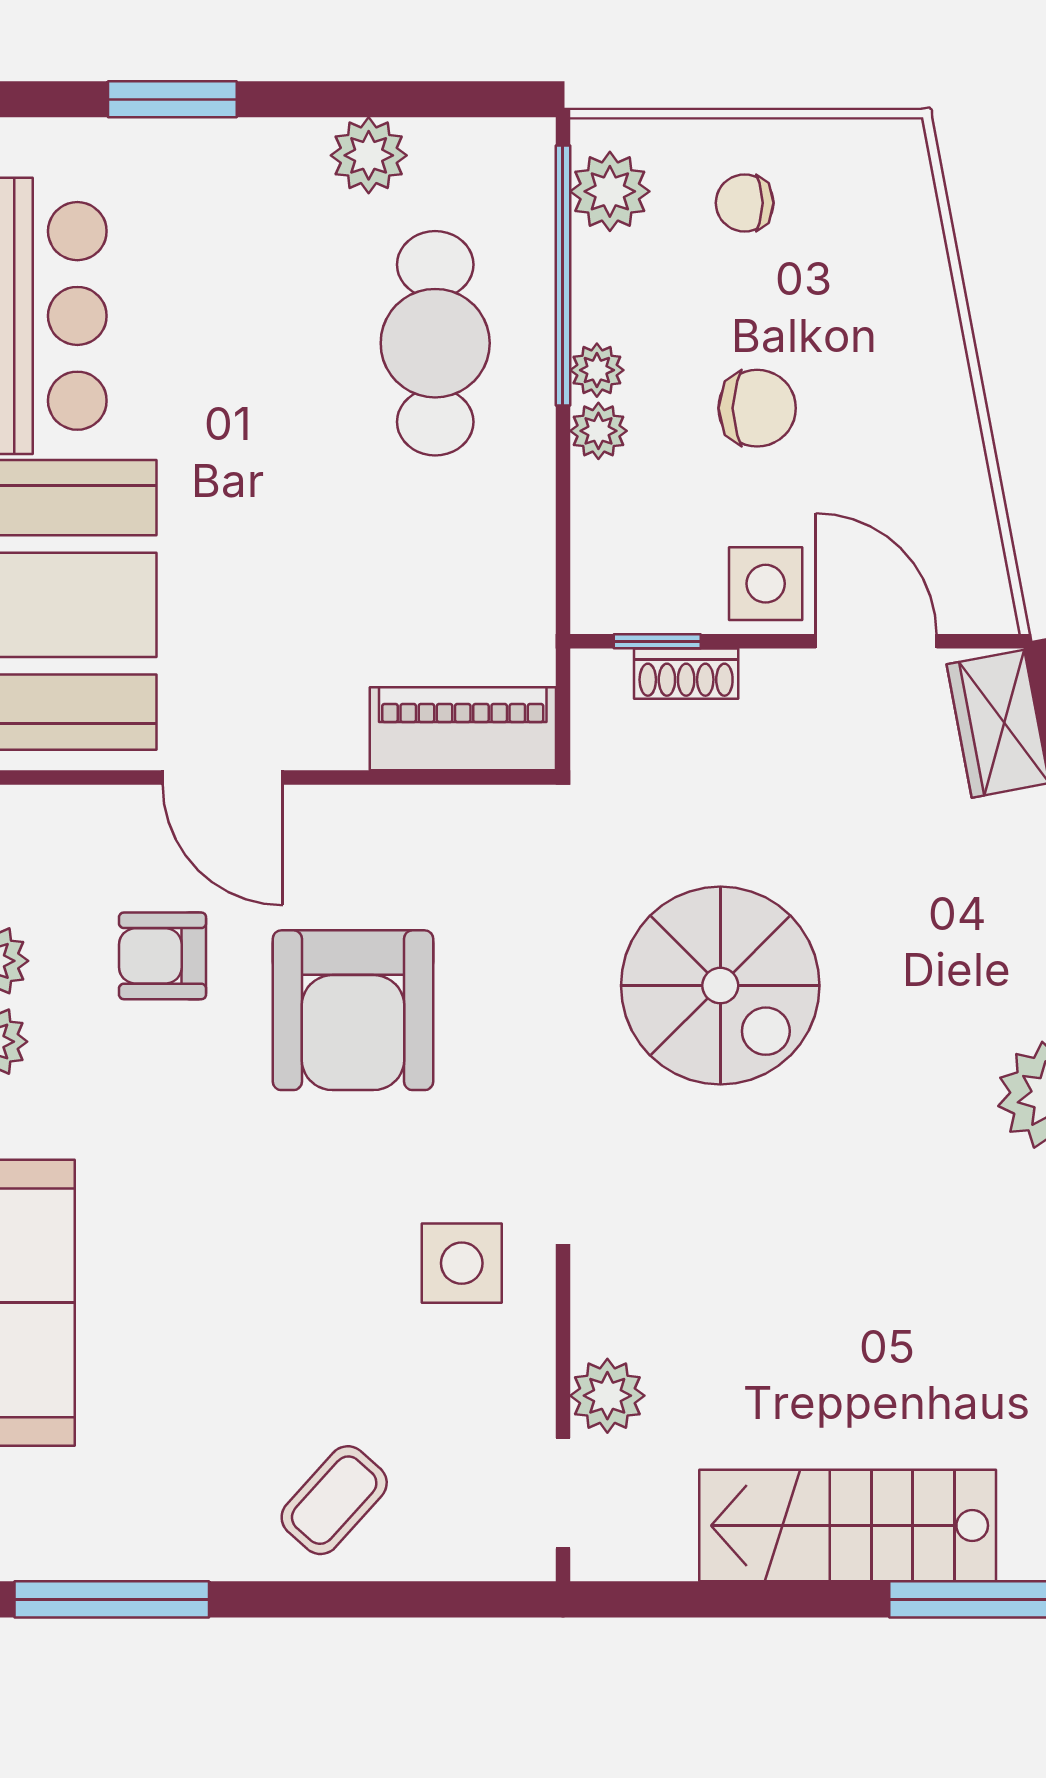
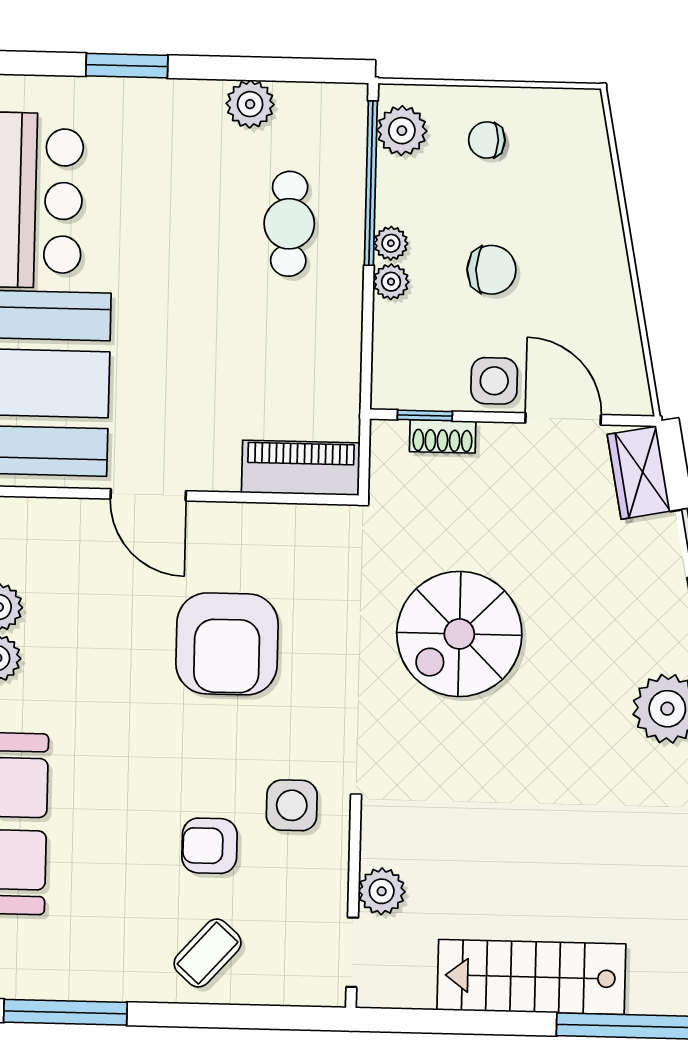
cafe table: (435, 343) -> (289, 224), width x0.73, depth x0.74
armchair: (163, 956) -> (209, 846), moved
spiral stairs: (720, 986) -> (459, 634), turned 90

